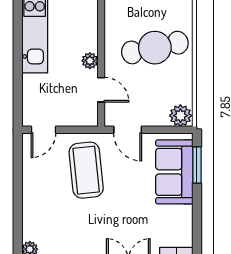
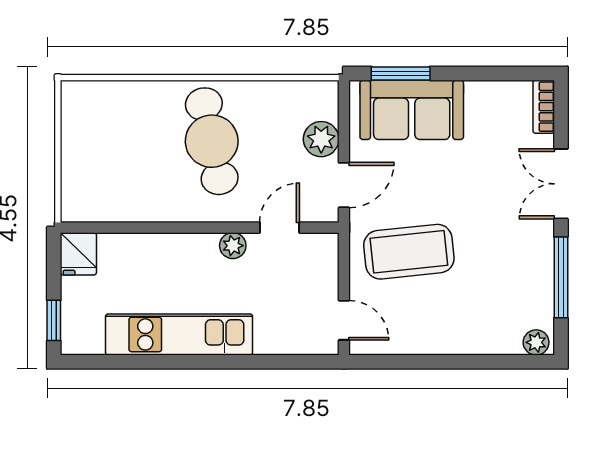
plant: (180, 116) -> (321, 139), moved

